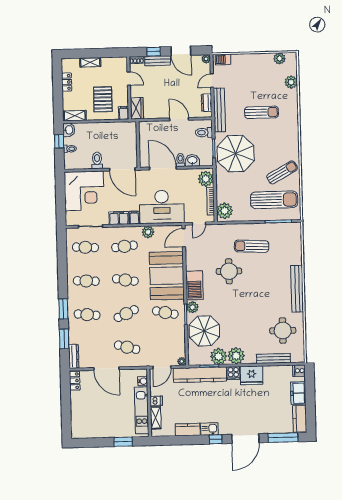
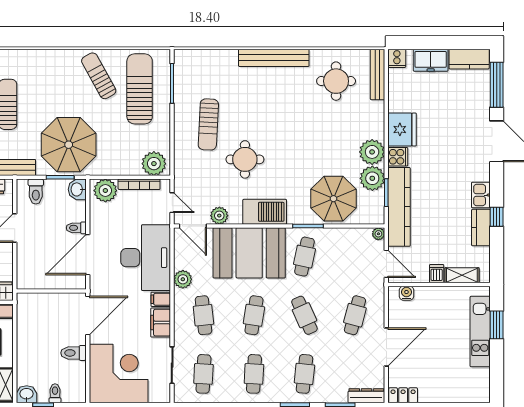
washbasin: (192, 160) -> (77, 189), moved
plant: (192, 307) -> (219, 216), moved
bench: (273, 358) -> (378, 74), moved
kitchen unit: (142, 410) -> (480, 332), moved, turned 90
window: (216, 439) -> (497, 217), moved

